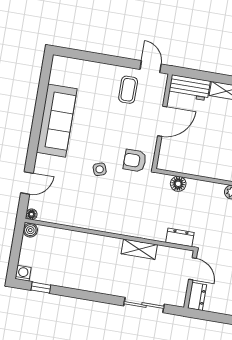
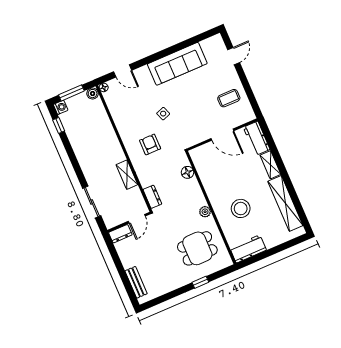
door: (151, 67) -> (234, 56), moved
armchair: (135, 161) -> (150, 144), moved
window: (15, 252) -> (71, 93), added

